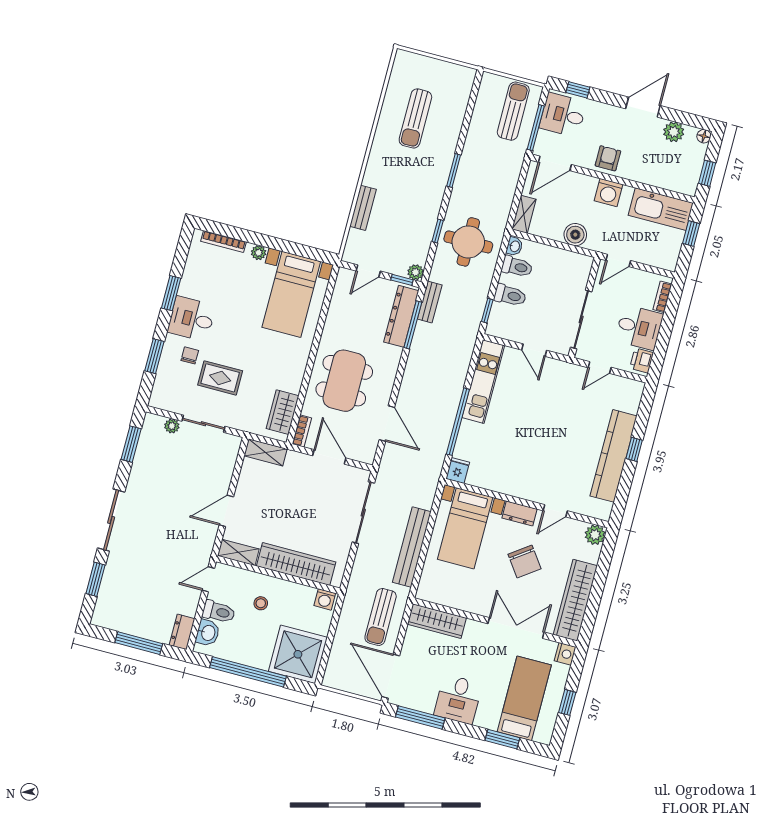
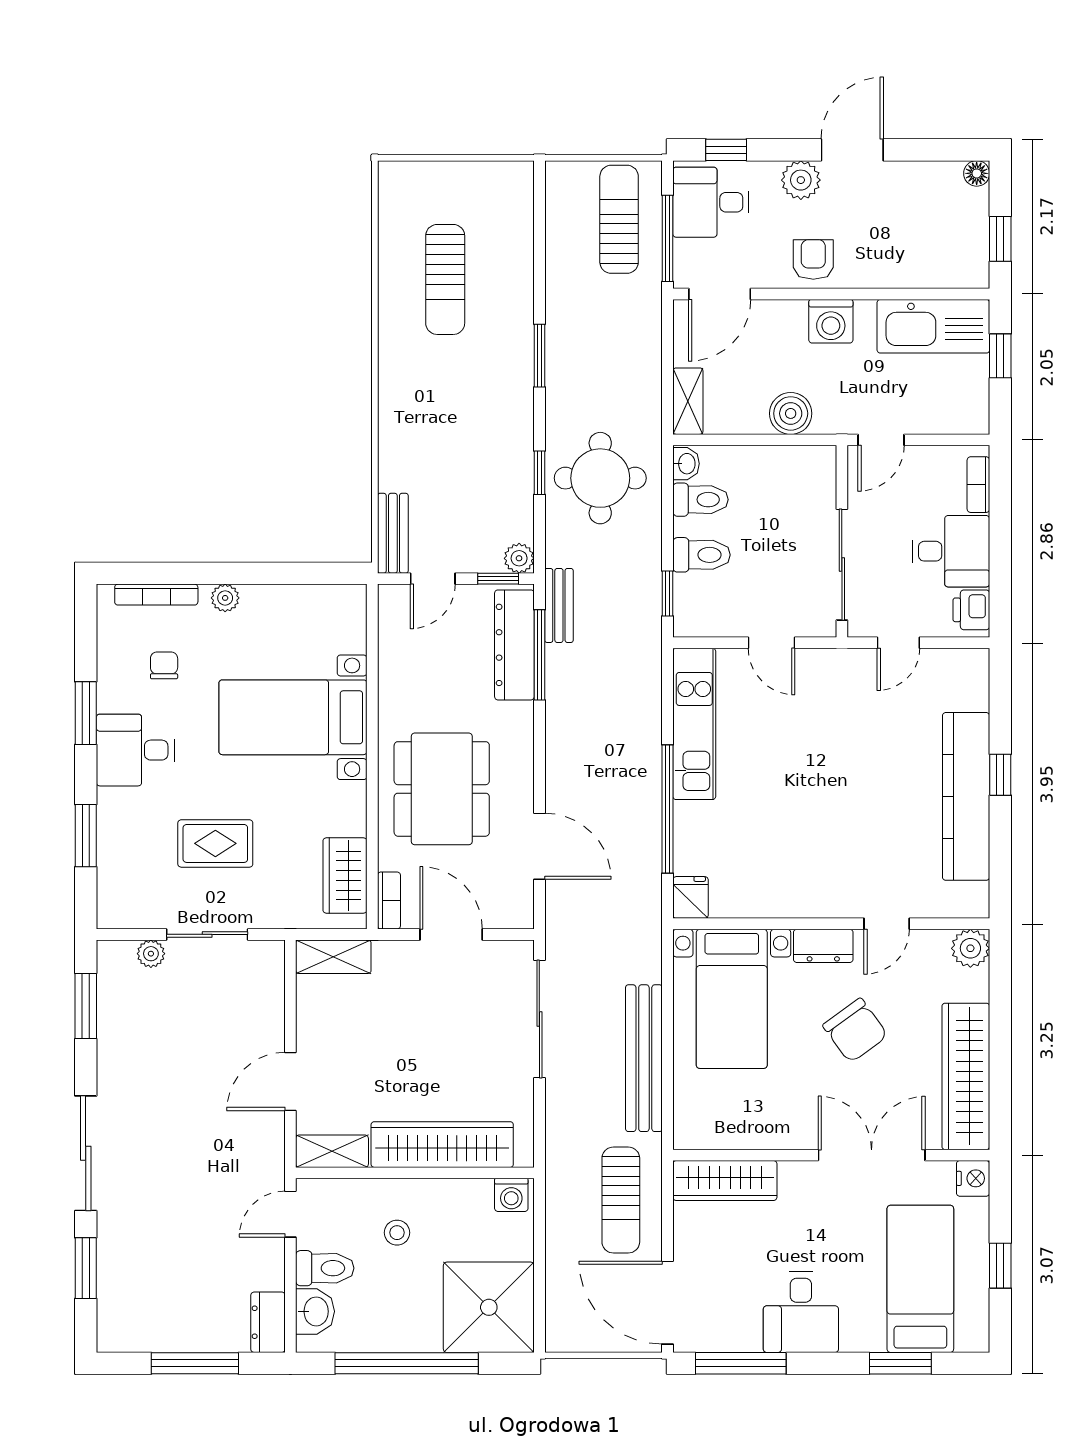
plant: (674, 132) -> (801, 180), moved
bench: (363, 208) -> (393, 533), moved
bed with nightstands: (291, 294) -> (293, 717), moved, turned 90
chair: (190, 355) -> (164, 665), moved

